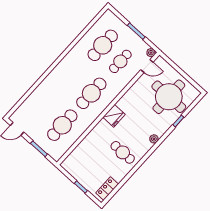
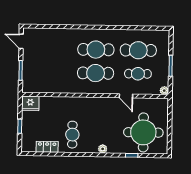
door: (147, 66) -> (126, 96), moved
fridge: (114, 116) -> (30, 103), moved
cafe table: (62, 125) -> (96, 50), moved
locker: (107, 189) -> (47, 147), moved

